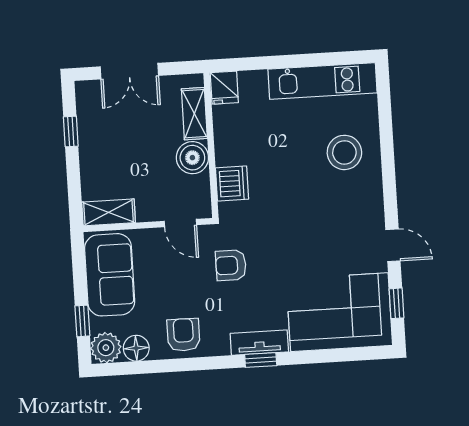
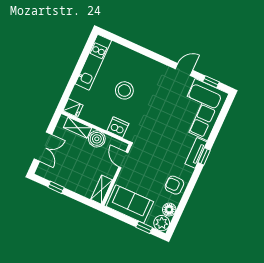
stool: (344, 152) -> (124, 90), moved
door: (180, 223) -> (123, 160), swing flipped
armchair: (231, 265) -> (154, 147), removed

